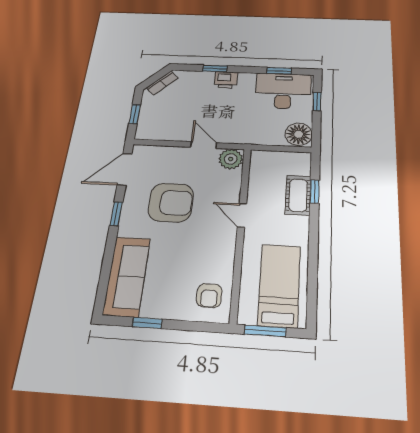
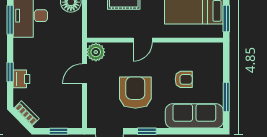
window: (279, 71) -> (10, 20), width x1.50
printer: (226, 80) -> (21, 79), moved
armchair: (209, 296) -> (184, 79), moved
window: (147, 323) -> (226, 97), width x1.50

